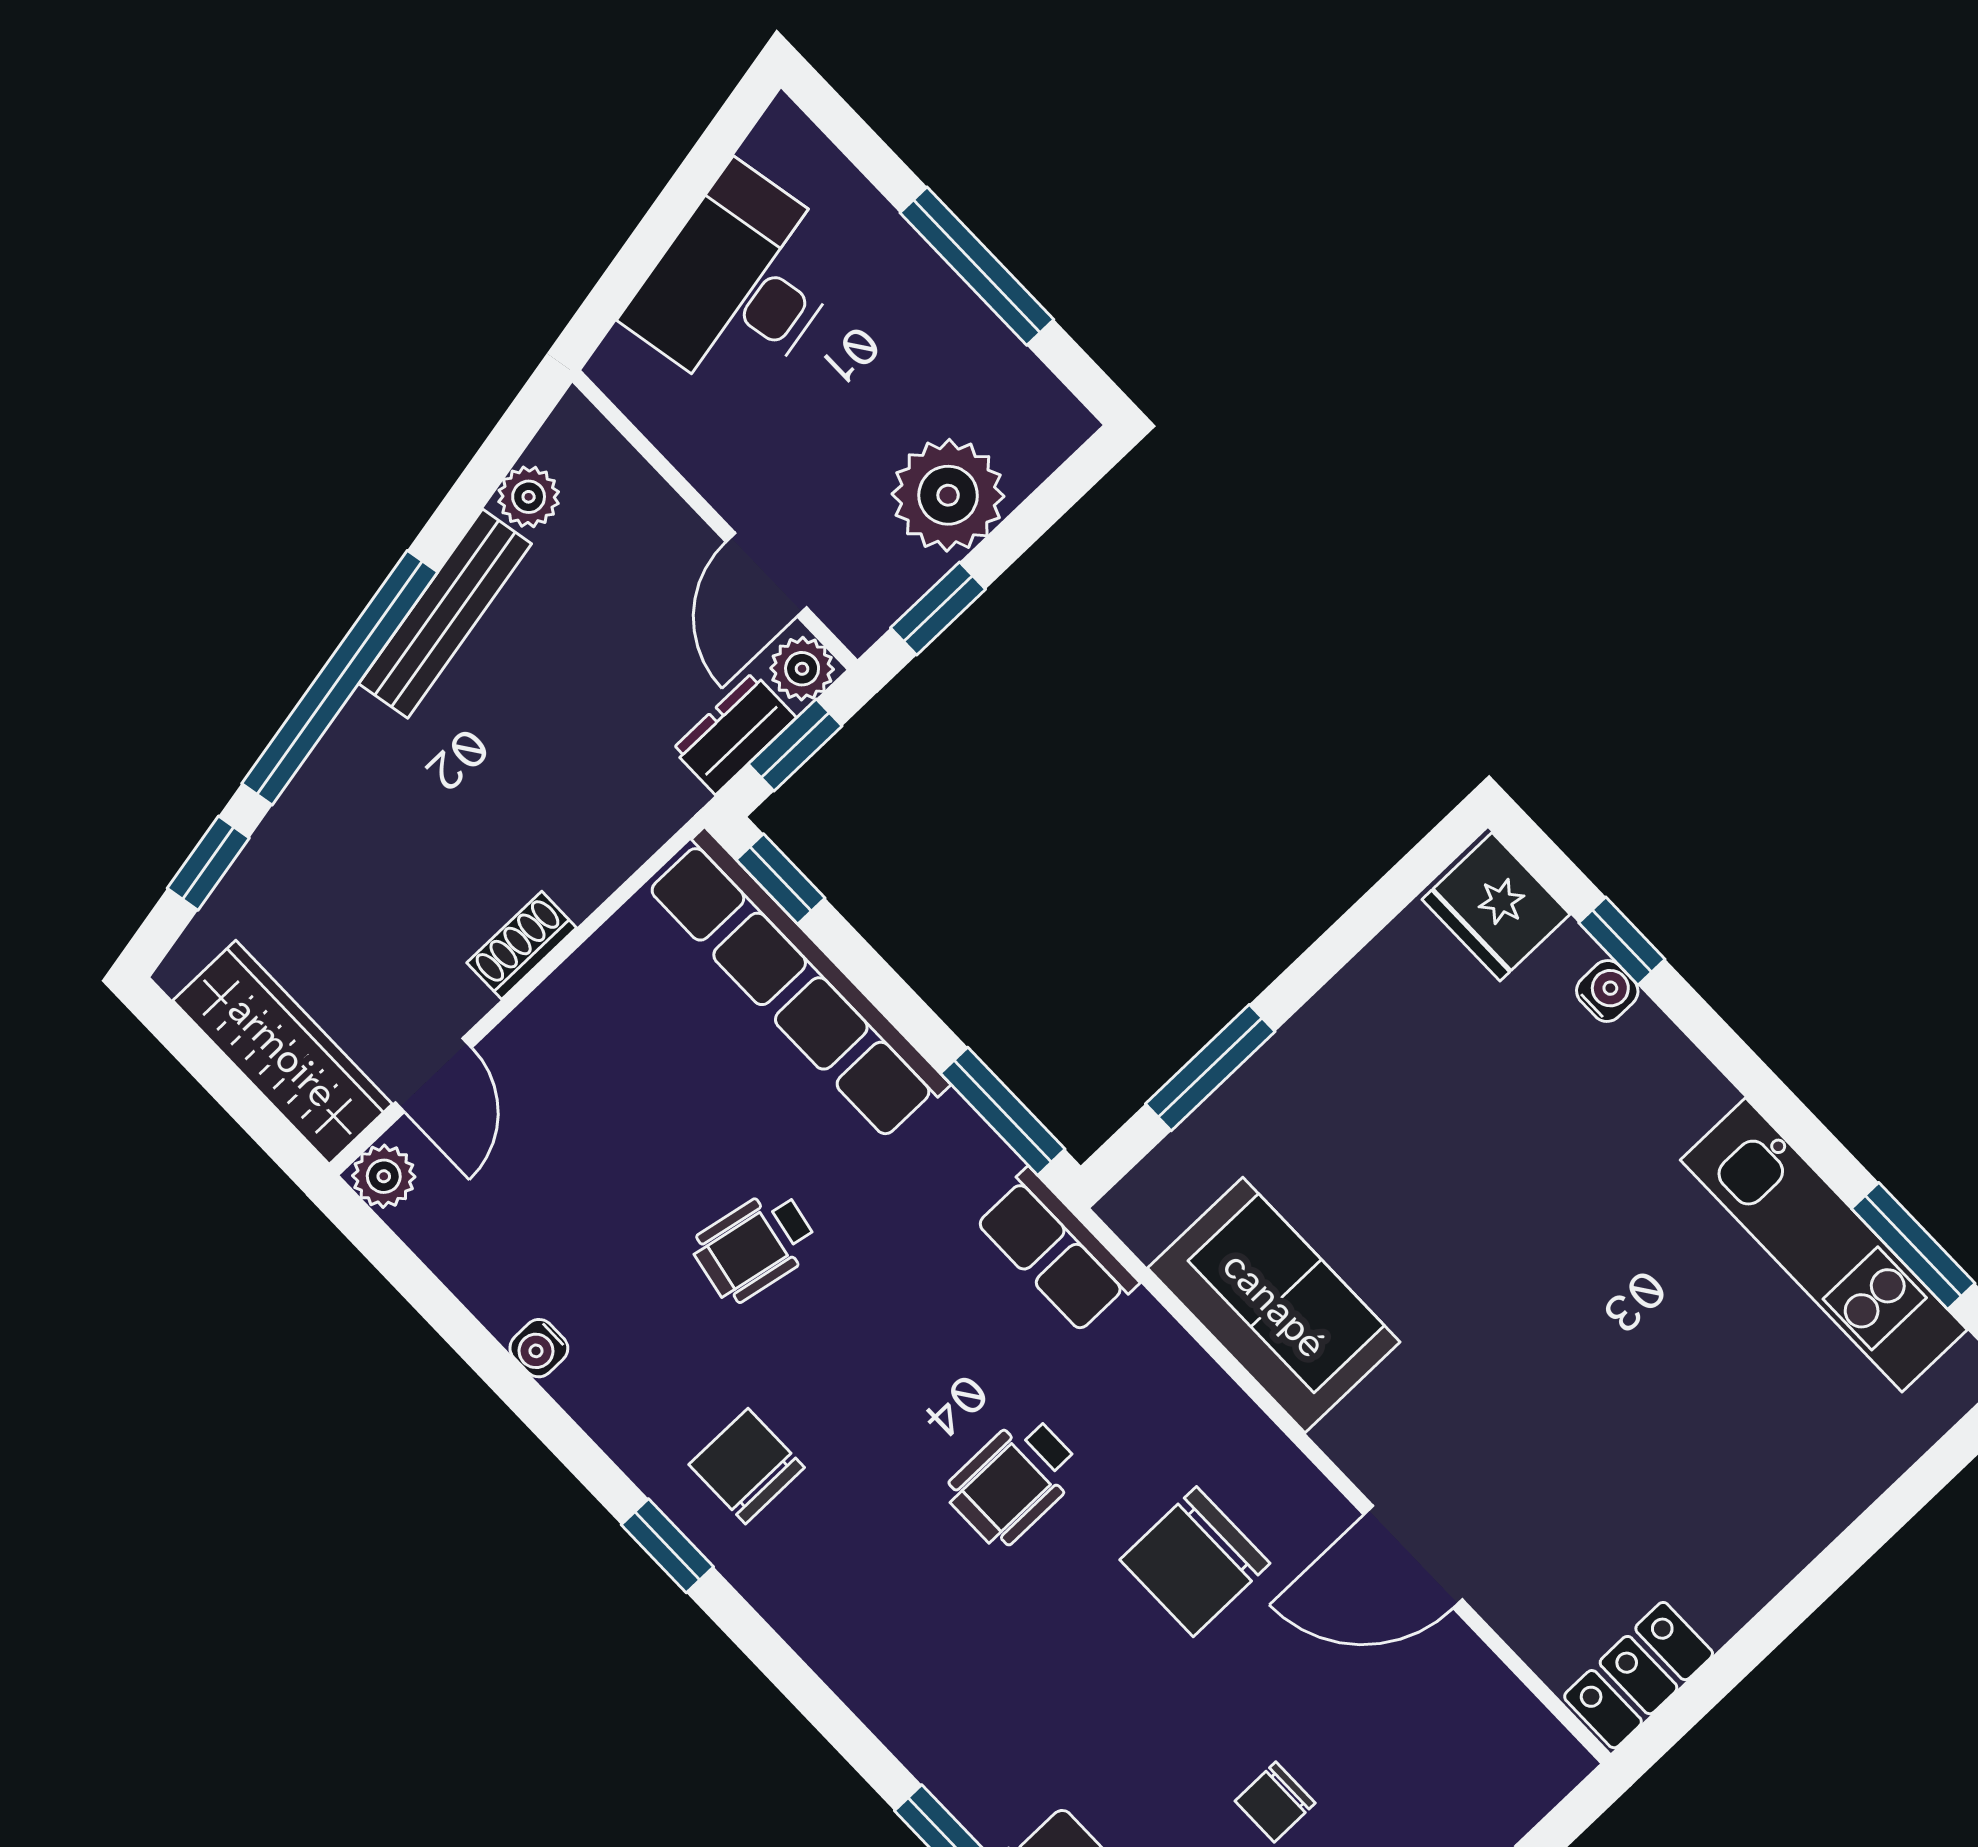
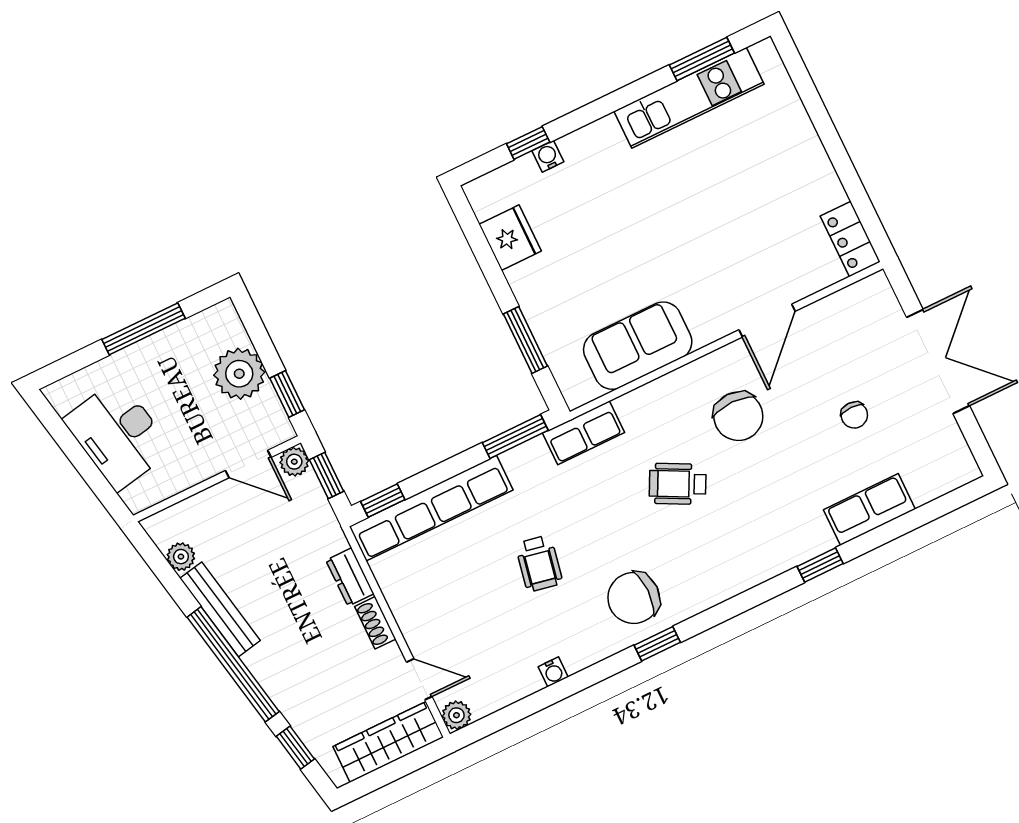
dresser: (734, 733) -> (350, 577), moved
fridge: (1496, 907) -> (510, 238), moved, turned -90
chair: (747, 1466) -> (634, 598), width x1.37, depth x1.37
wheelchair: (1013, 1481) -> (678, 484), turned 117

